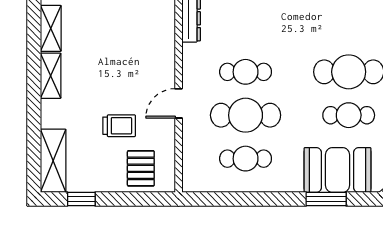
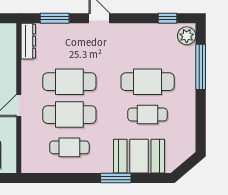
cafe table: (246, 72) -> (69, 82), width x1.37, depth x1.35
window: (326, 199) -> (116, 178), moved

